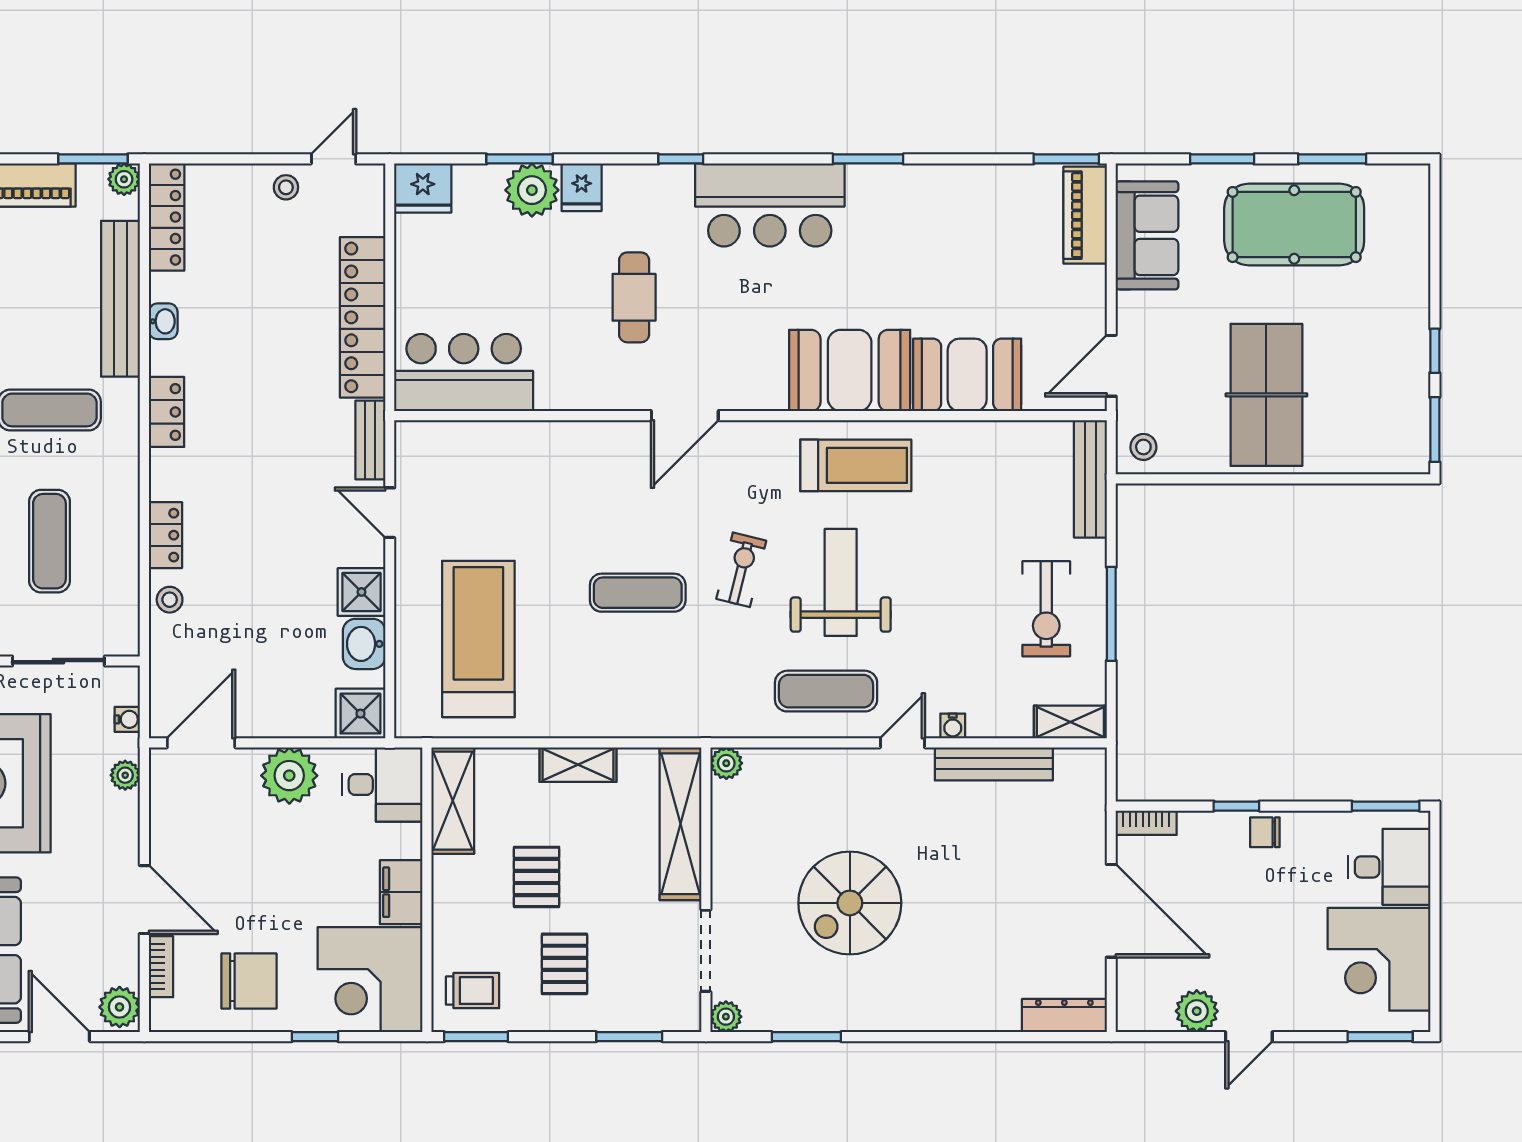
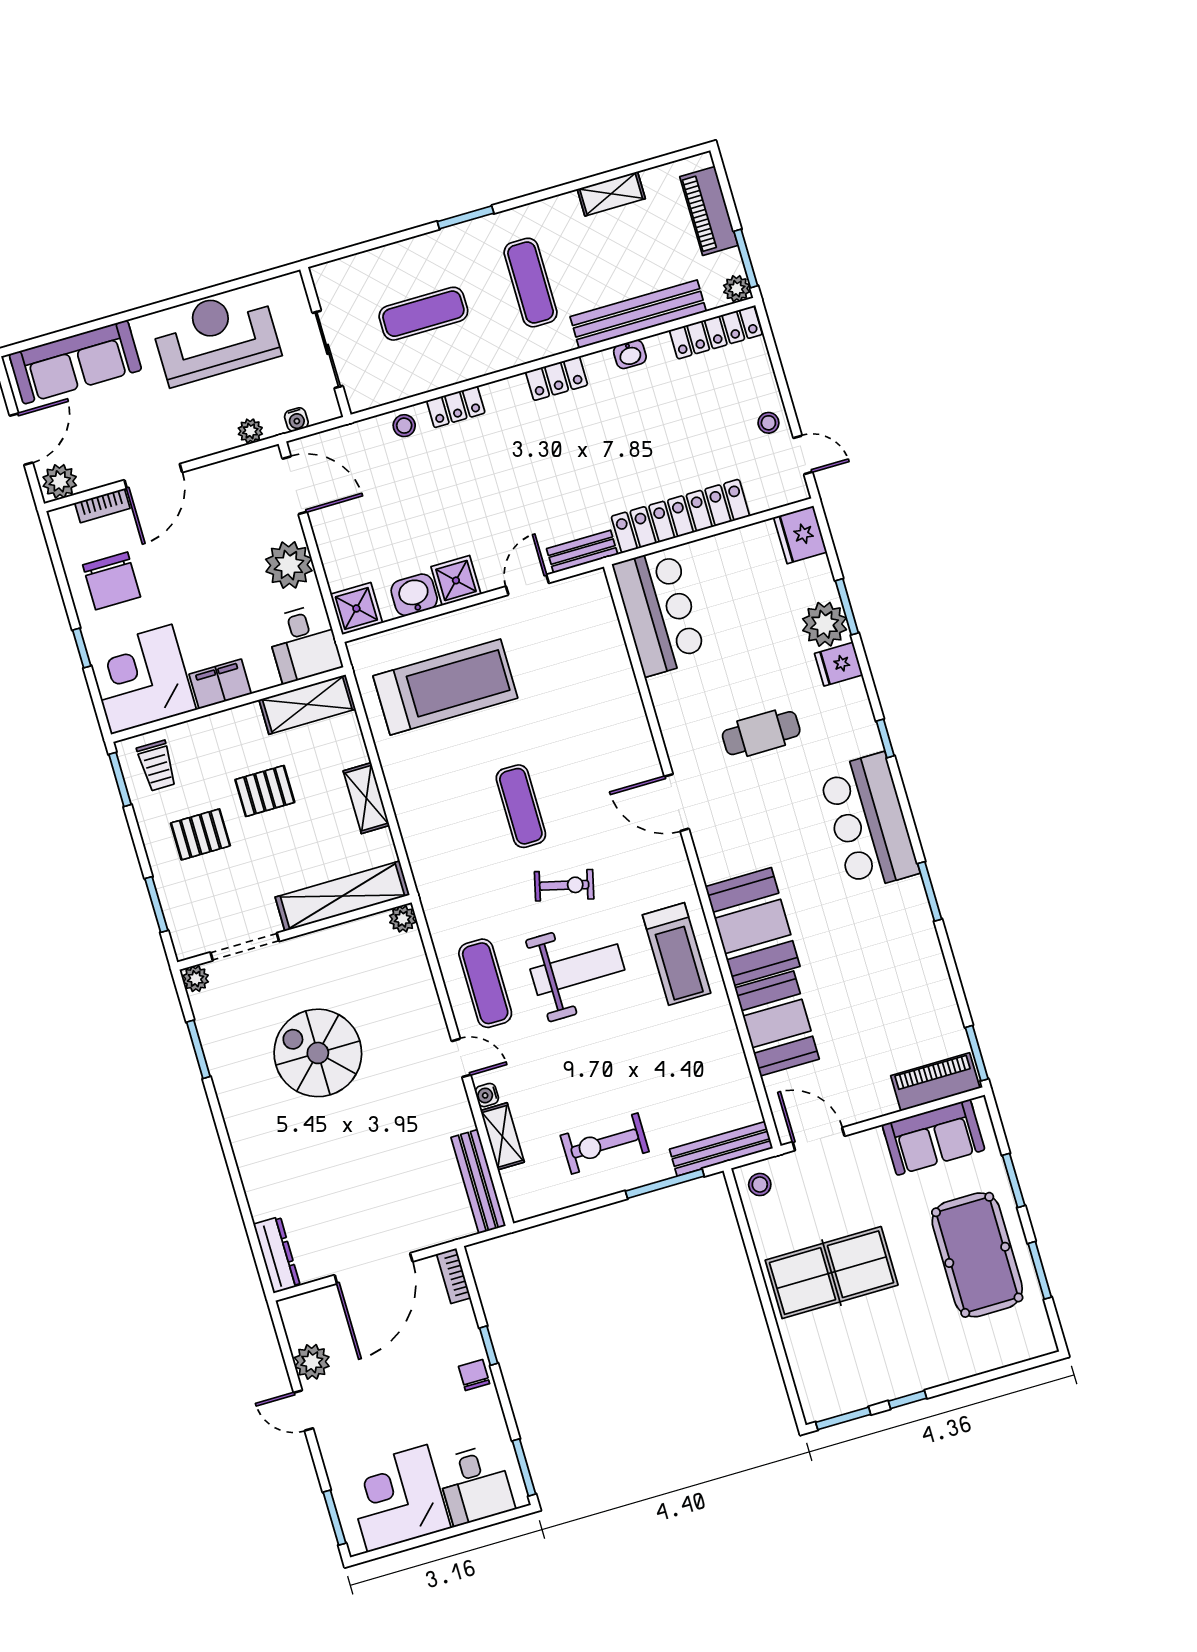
window: (1111, 614) -> (665, 1184), moved
shelving: (1070, 722) -> (502, 1136), moved
bench: (994, 764) -> (478, 1182), moved

